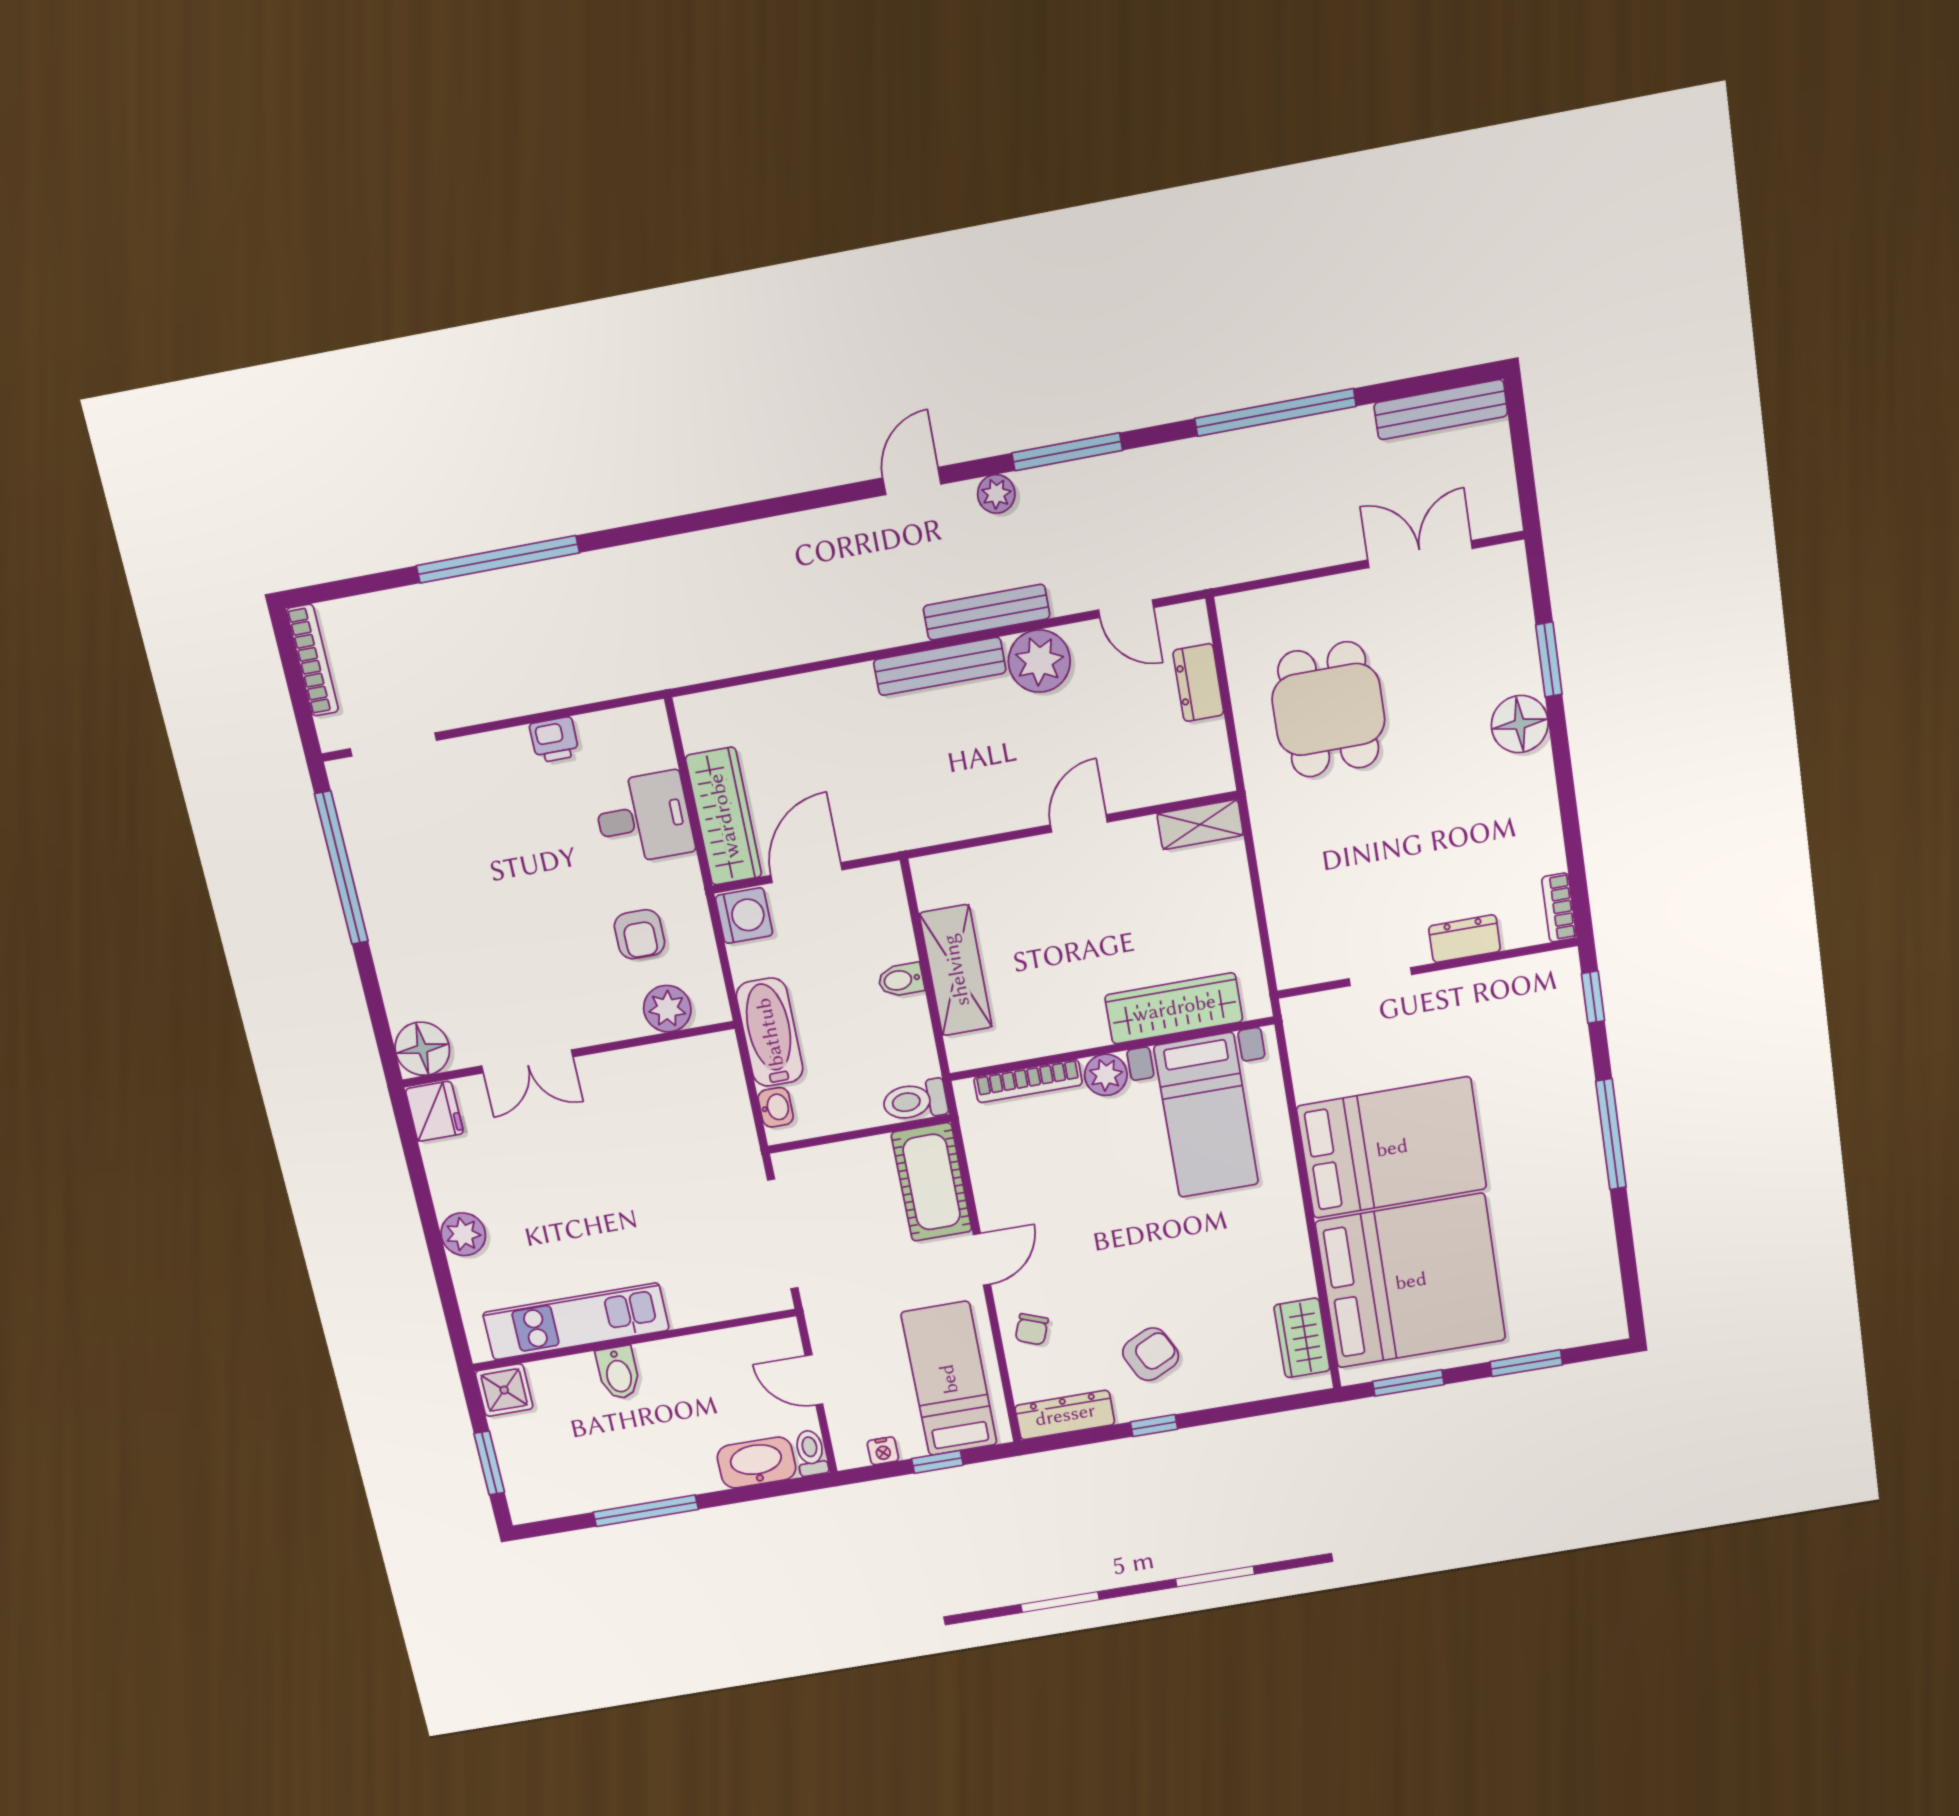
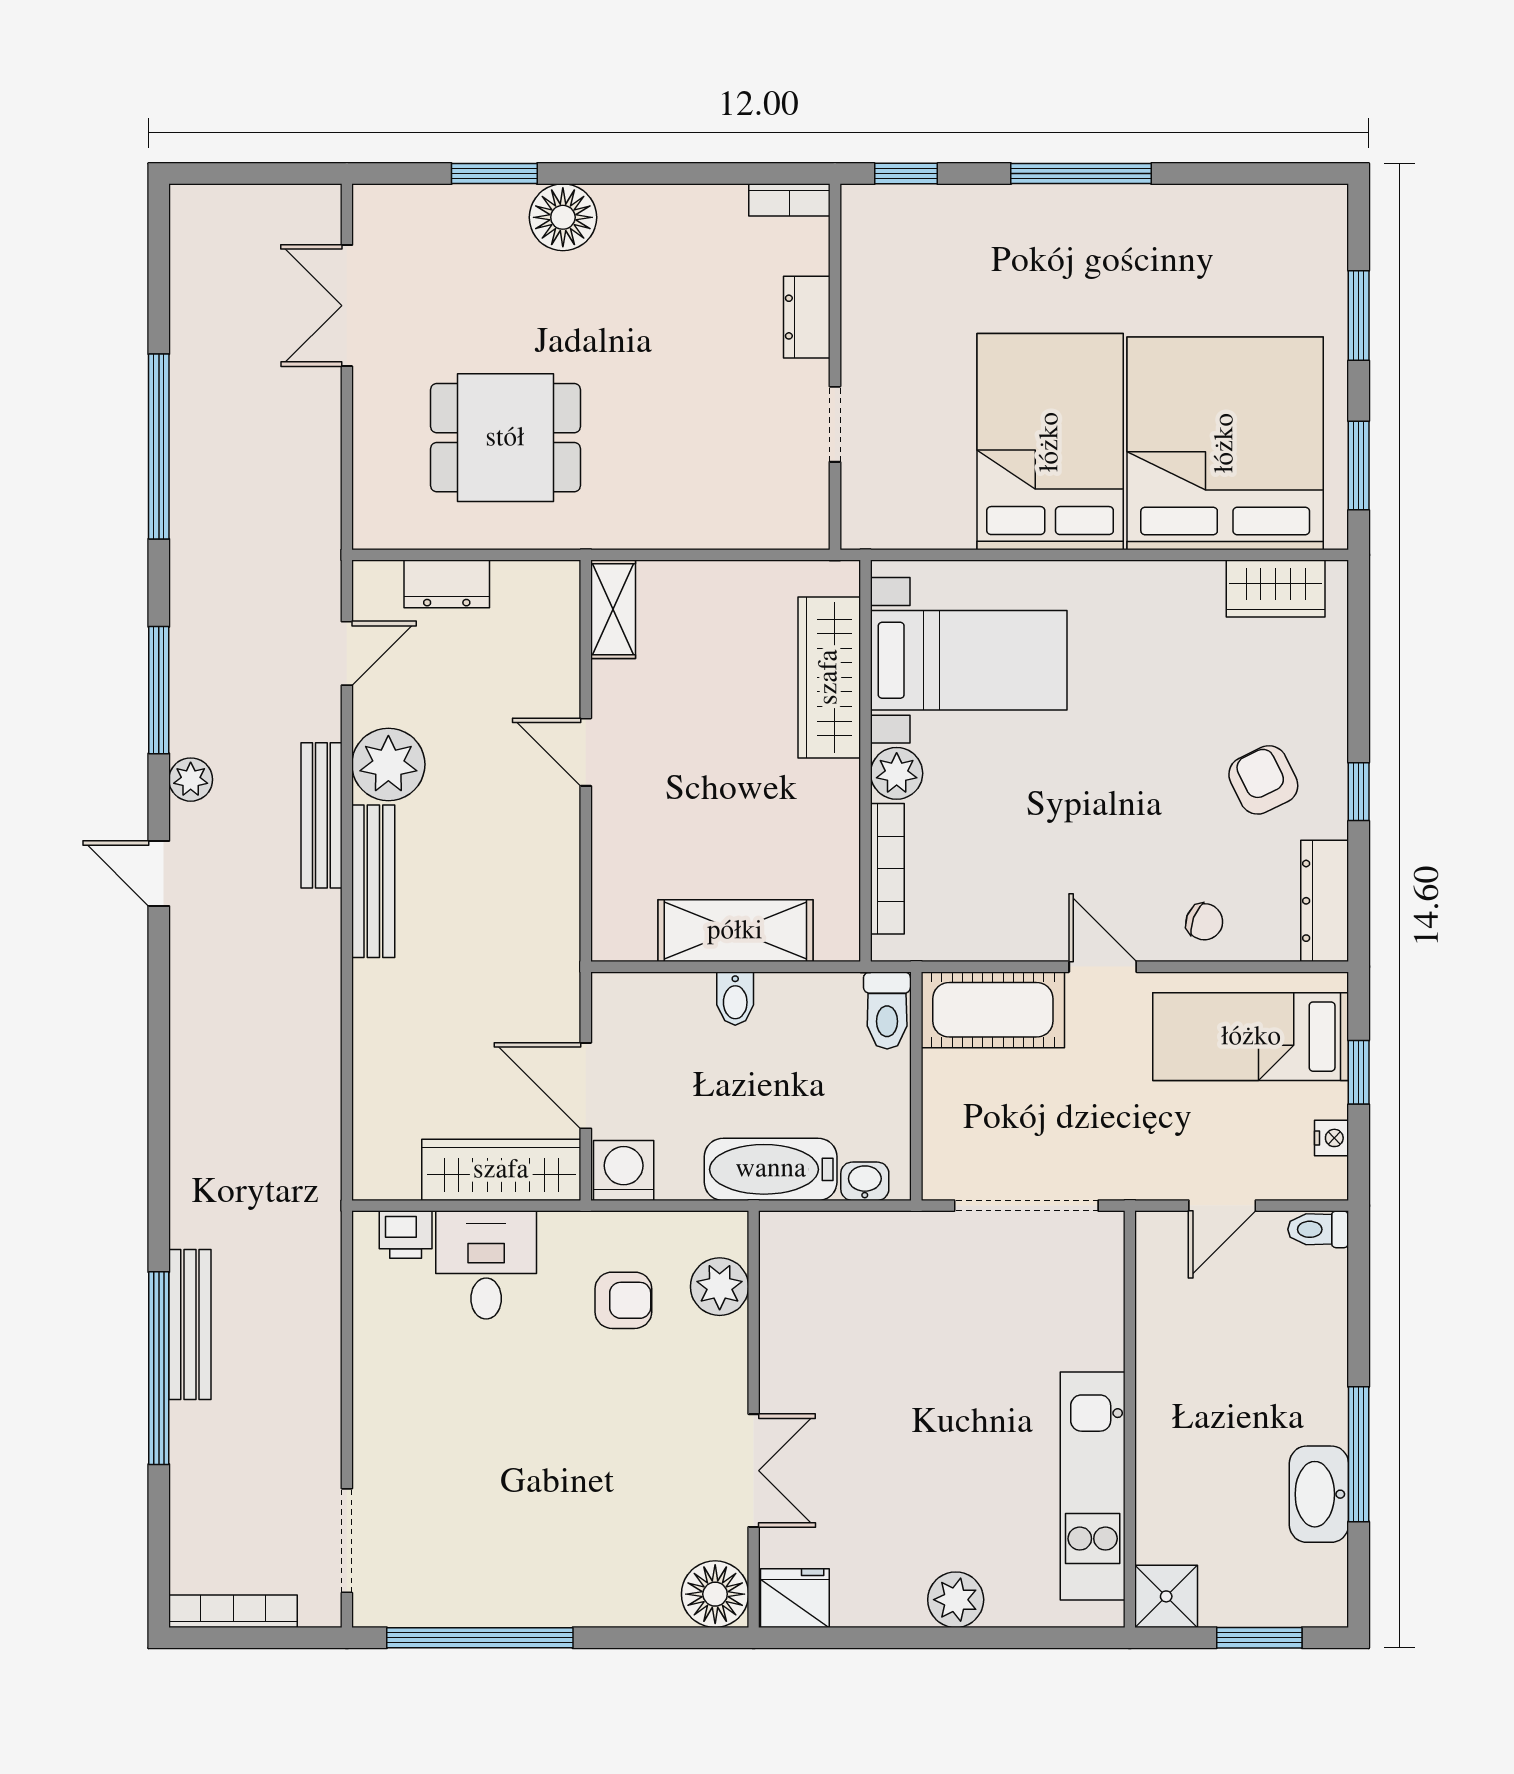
bench: (1441, 410) -> (190, 1325), moved
printer: (554, 740) -> (406, 1234), moved, turned 90
bidet: (618, 1373) -> (1169, 1448), removed
washbasin: (757, 1463) -> (1319, 1494), moved

